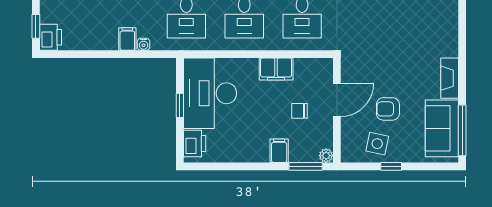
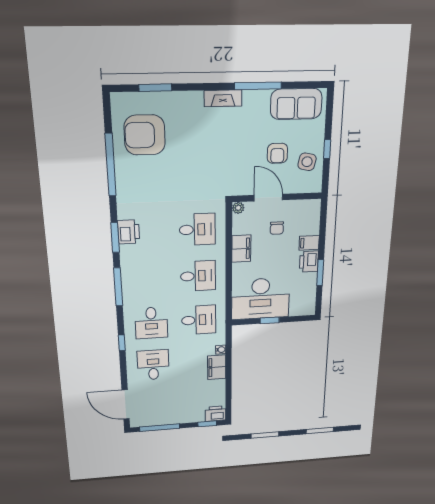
filing cabinet: (127, 39) -> (217, 367), width x2.00
fireplace: (450, 78) -> (223, 98), moved
window: (462, 130) -> (258, 86), moved
printer: (195, 144) -> (309, 262), moved, turned -90
plant: (326, 156) -> (238, 208), moved
window: (306, 166) -> (320, 273), moved

